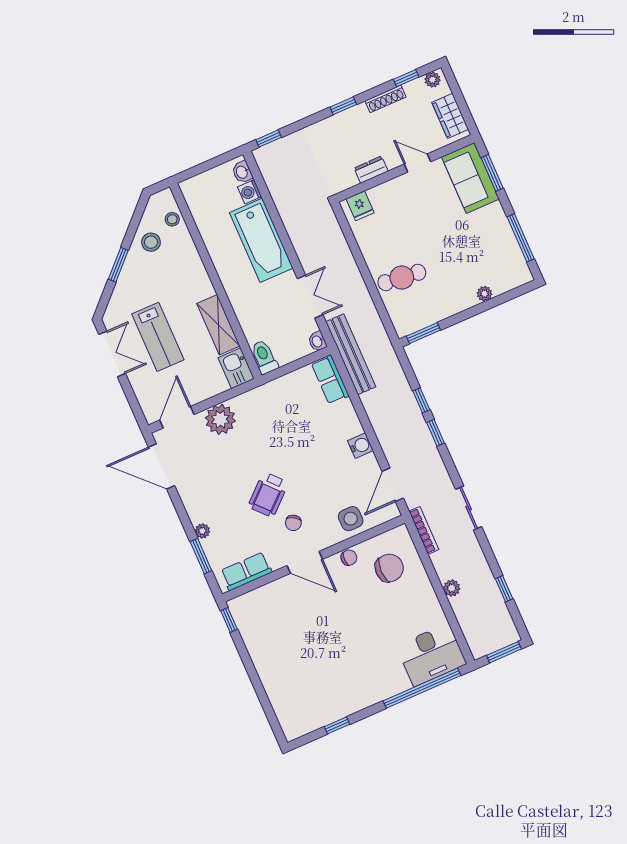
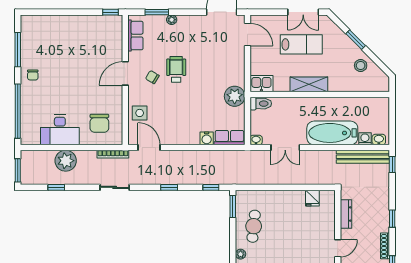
dresser: (371, 170) -> (346, 214), width x1.44
fridge: (360, 206) -> (312, 198), moved, turned -90
stool: (172, 219) -> (369, 84), removed
cafe table: (402, 278) -> (254, 226), moved
shelving: (218, 325) -> (309, 84), moved
lab bench: (158, 337) -> (301, 44), turned 180
bench: (351, 354) -> (363, 157), moved
window: (421, 400) -> (211, 187), moved
plant: (220, 419) -> (235, 96), moved
water cooler: (360, 446) -> (207, 138), moved
wheelchair: (268, 495) -> (176, 69), turned 42
chair: (349, 558) -> (33, 75), moved
plant: (452, 588) -> (66, 161), width x1.87, depth x1.87
desk: (431, 655) -> (60, 130), moved, turned -90
window: (337, 725) -> (18, 50), width x2.17

